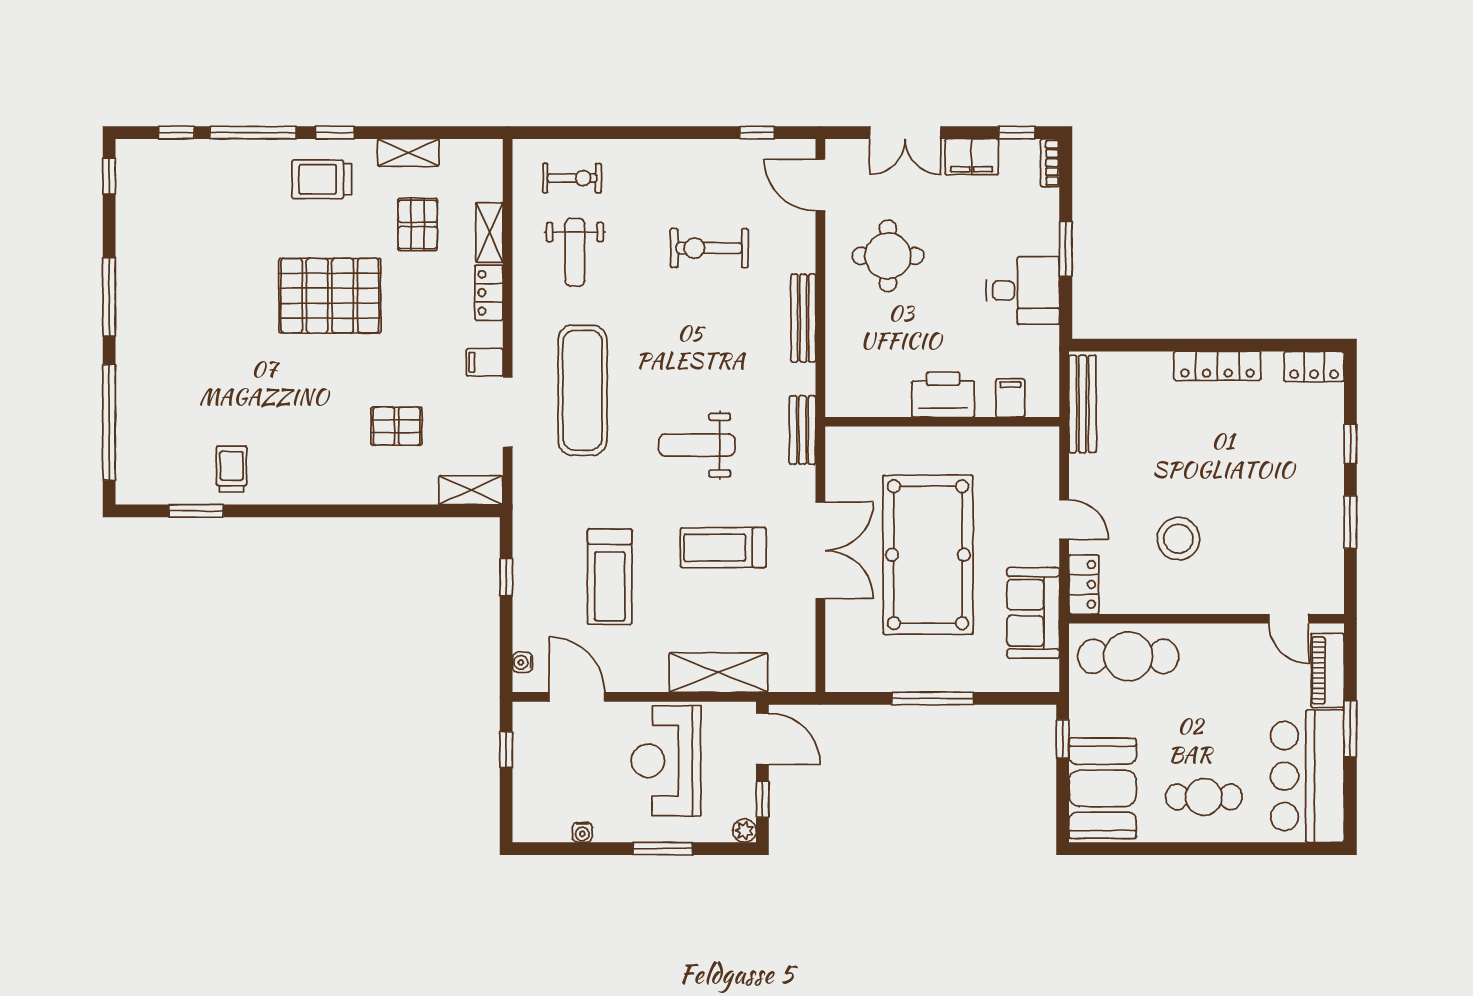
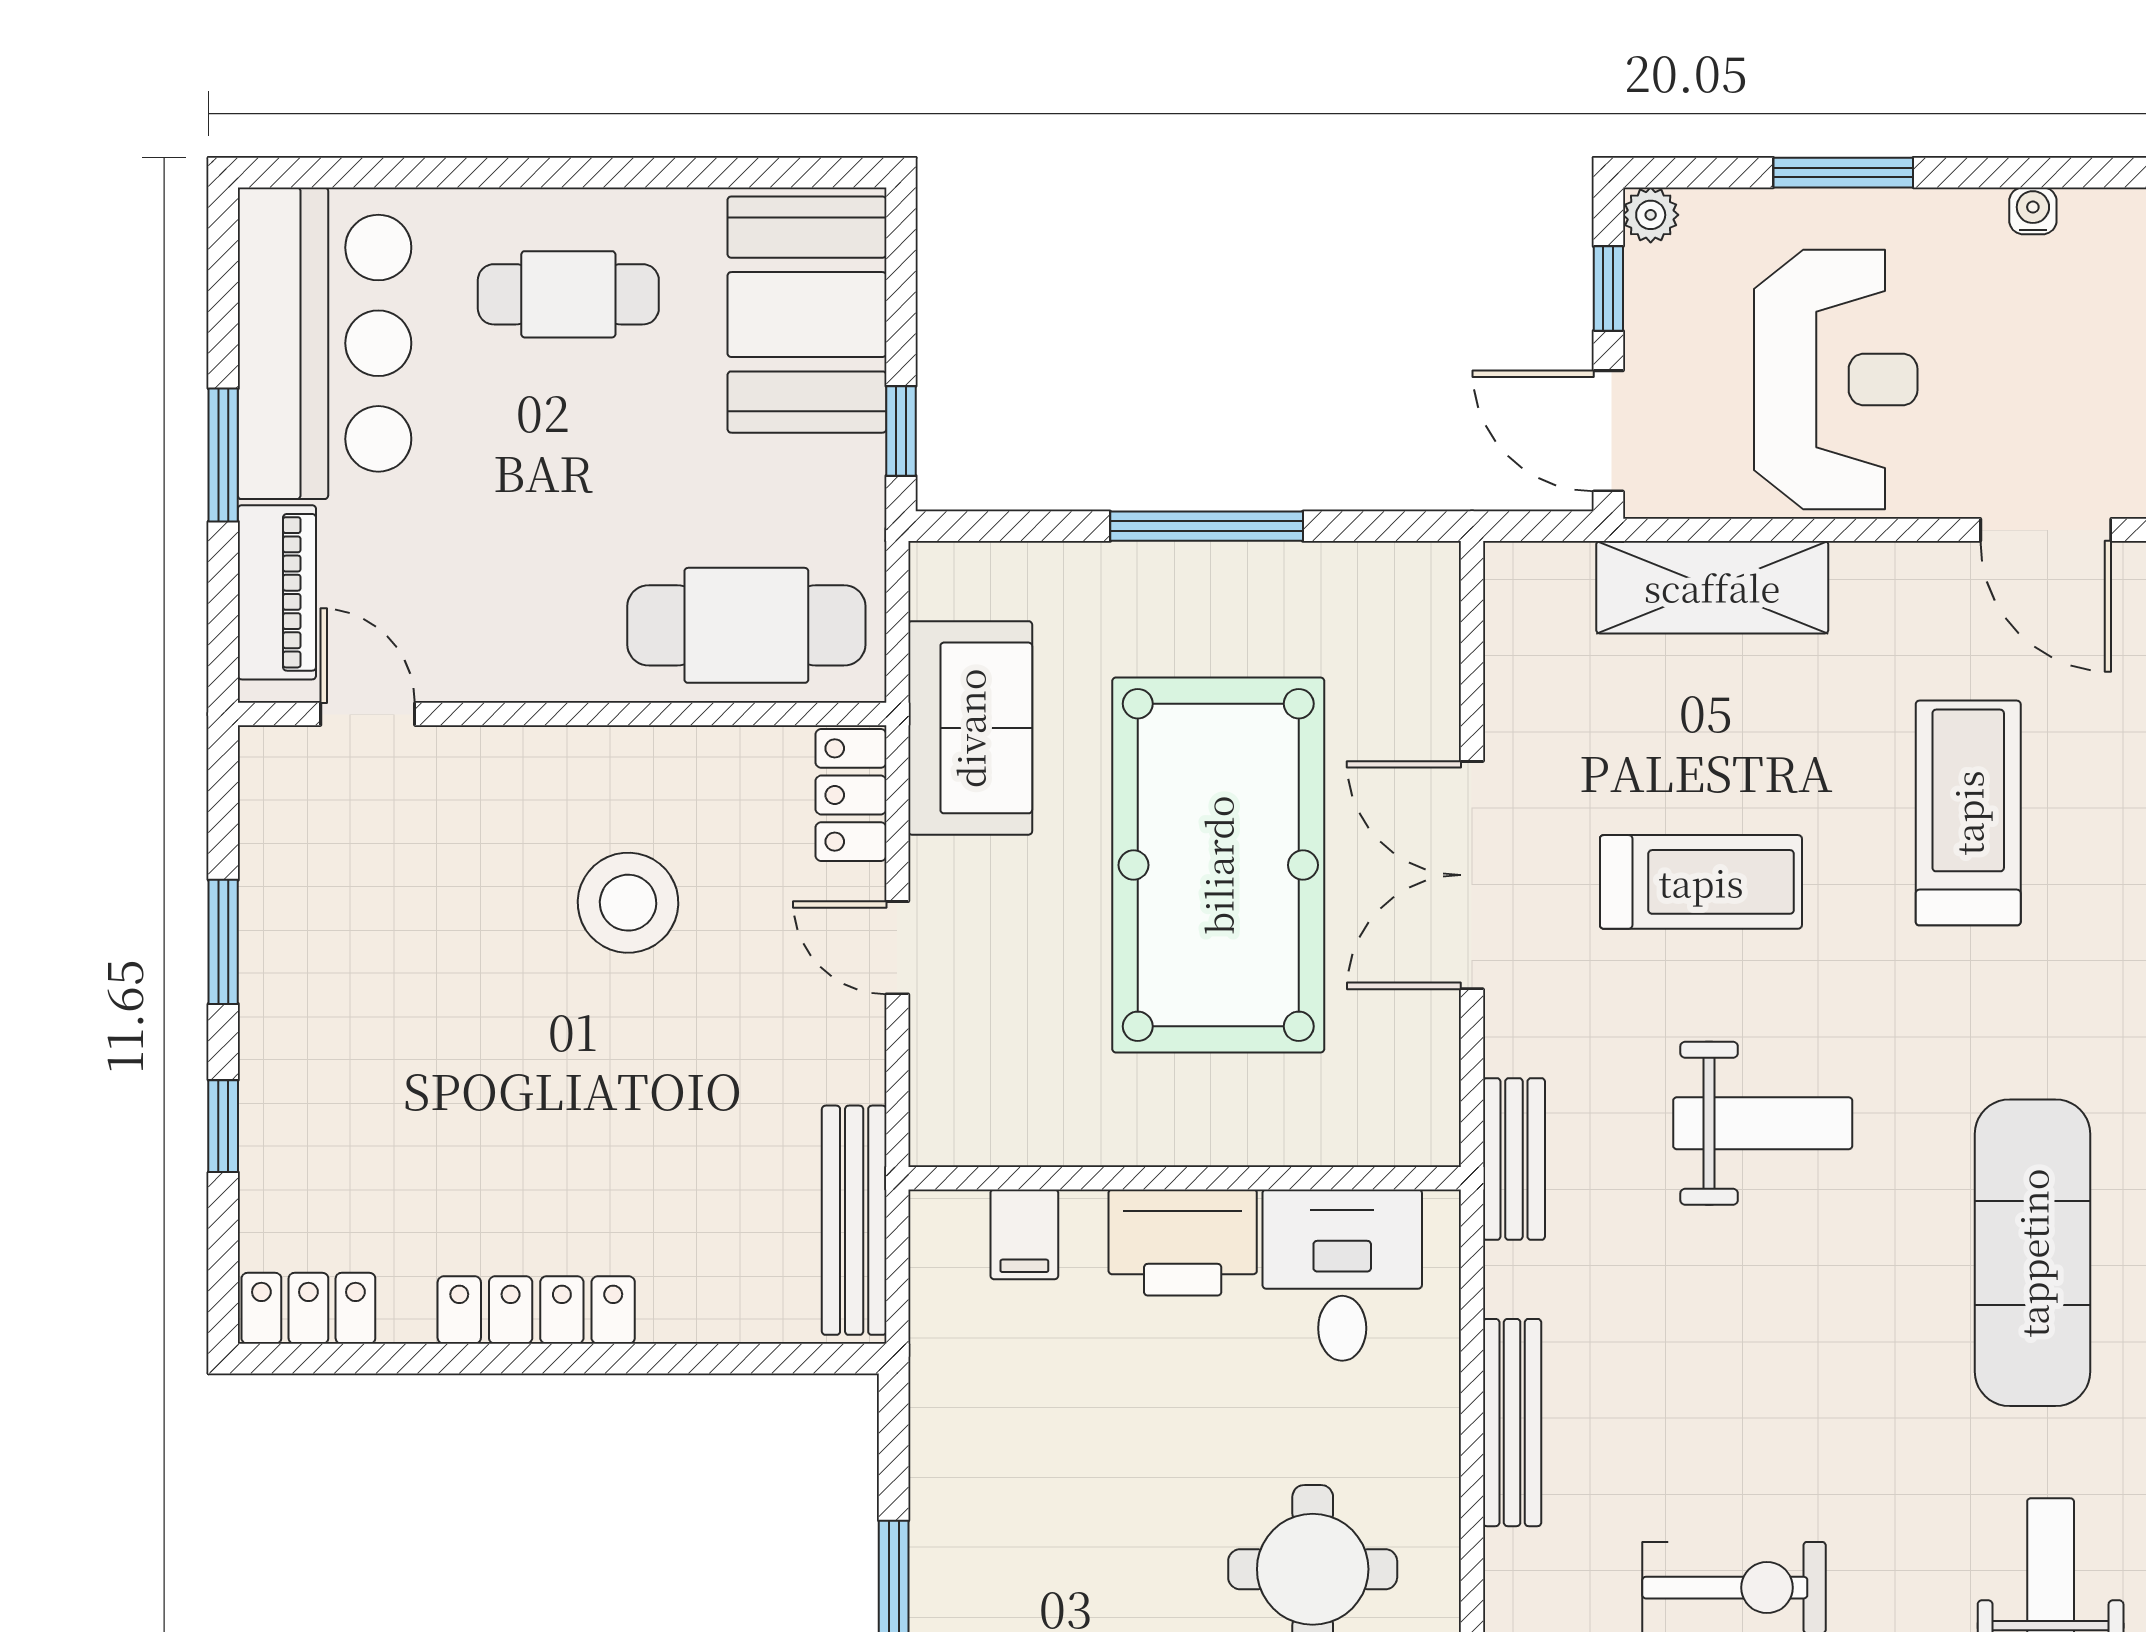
desk: (1023, 290) -> (1342, 1275), moved, turned 90

